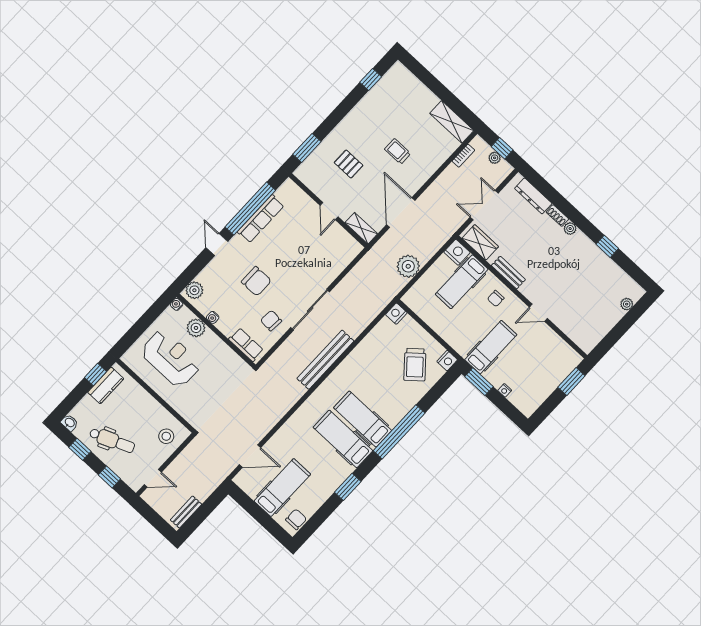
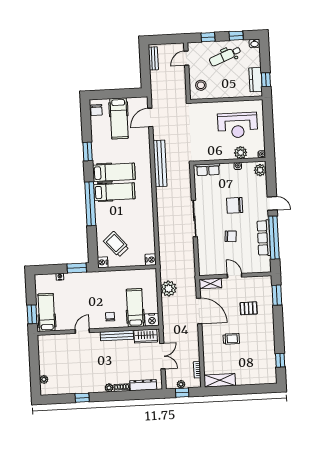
bench: (508, 273) -> (117, 336), width x1.36
chair: (271, 321) -> (231, 236), moved
hospital bed: (491, 347) -> (47, 312), moved, turned 180
bench: (325, 360) -> (160, 163), moved

